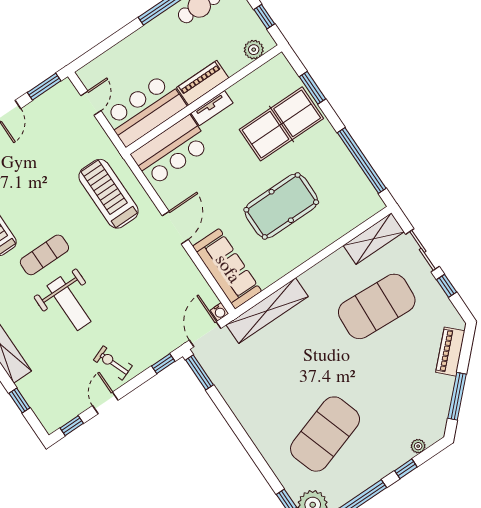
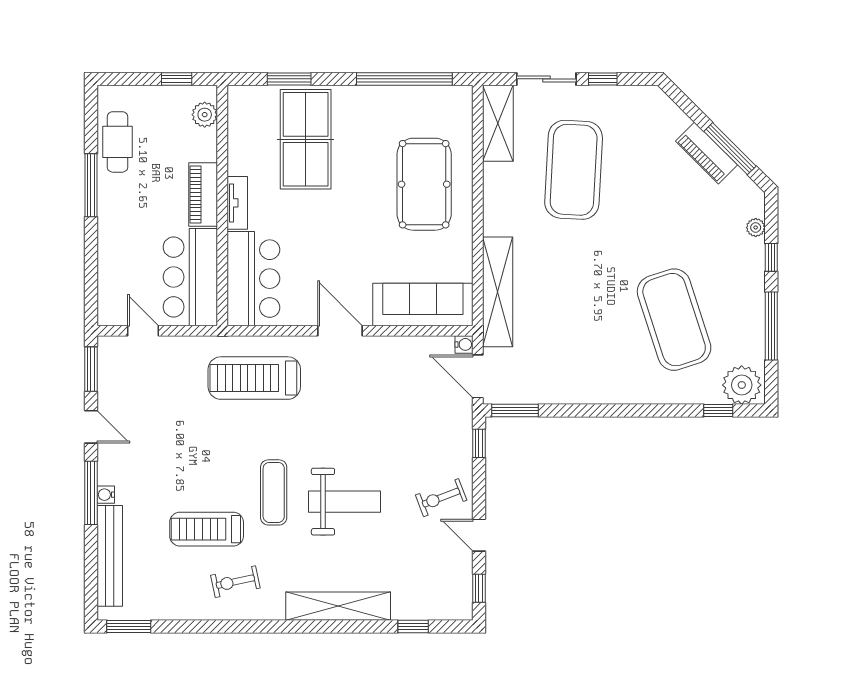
pool table: (281, 206) -> (424, 184), moved
piano: (450, 352) -> (706, 153), moved

